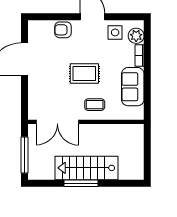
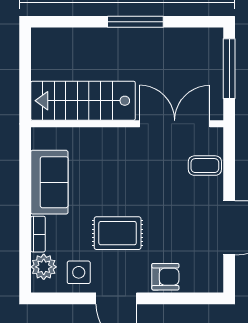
rug: (84, 74) -> (118, 233), moved
coffee table: (95, 105) -> (205, 166), moved
stairs: (86, 168) -> (83, 101), moved, turned 180

